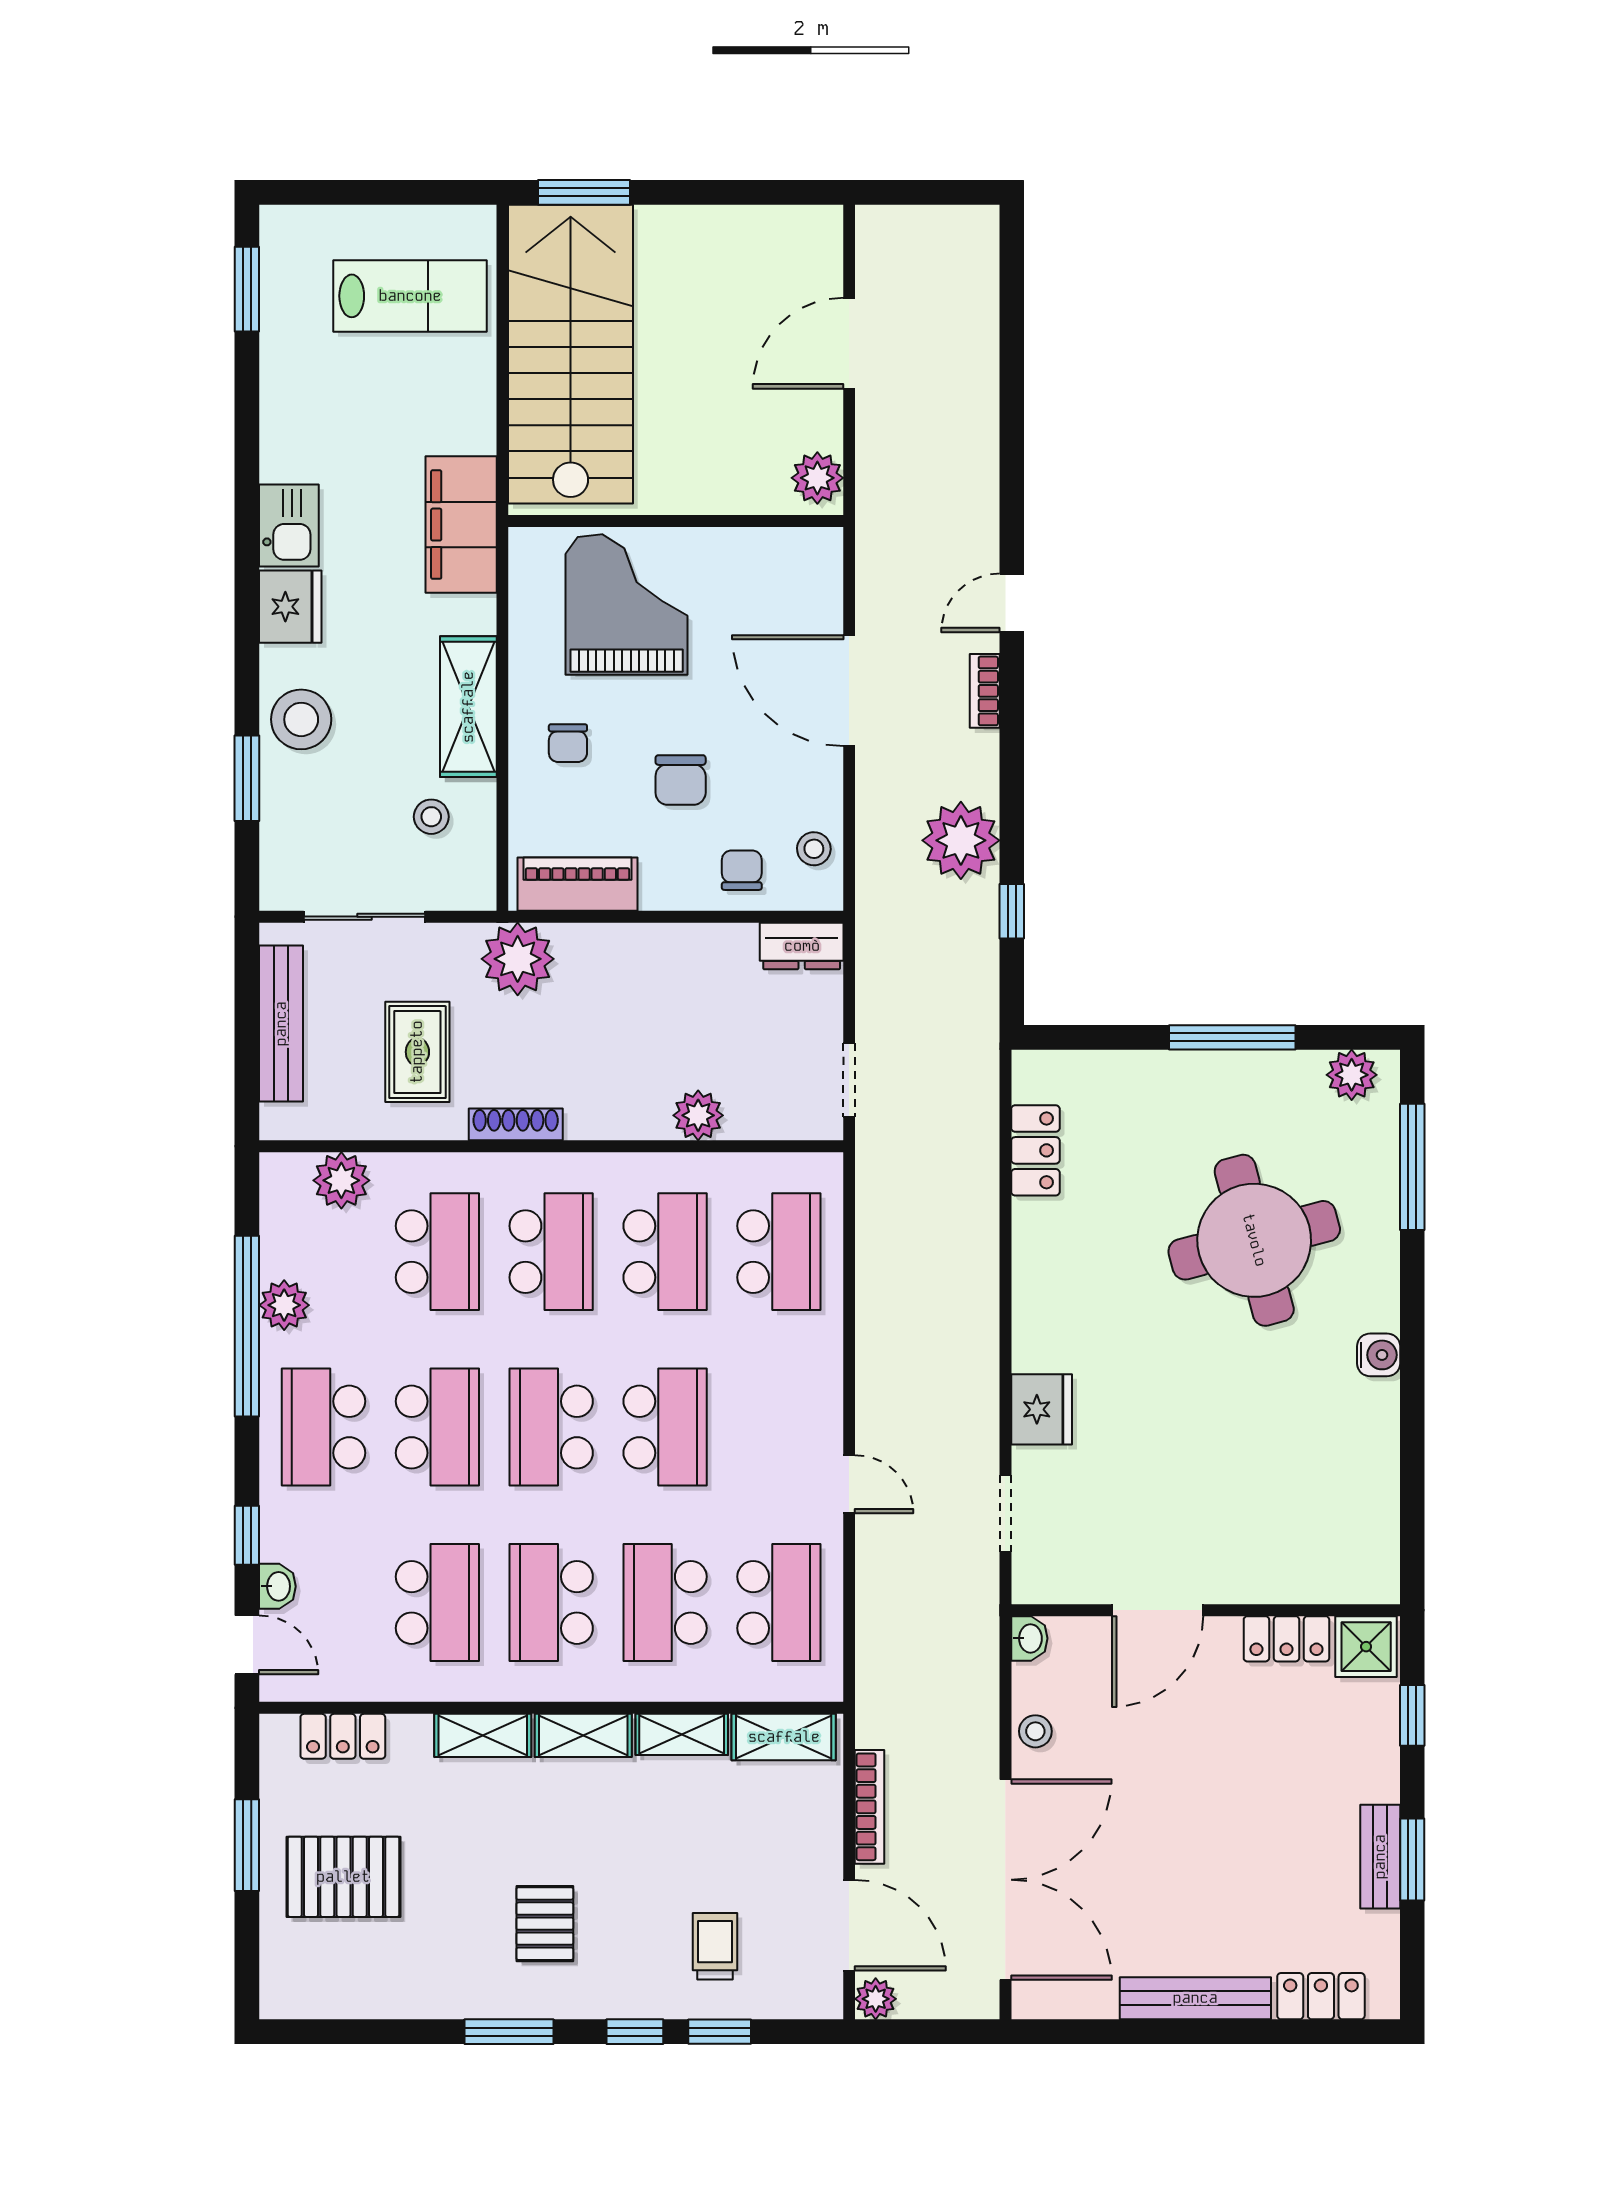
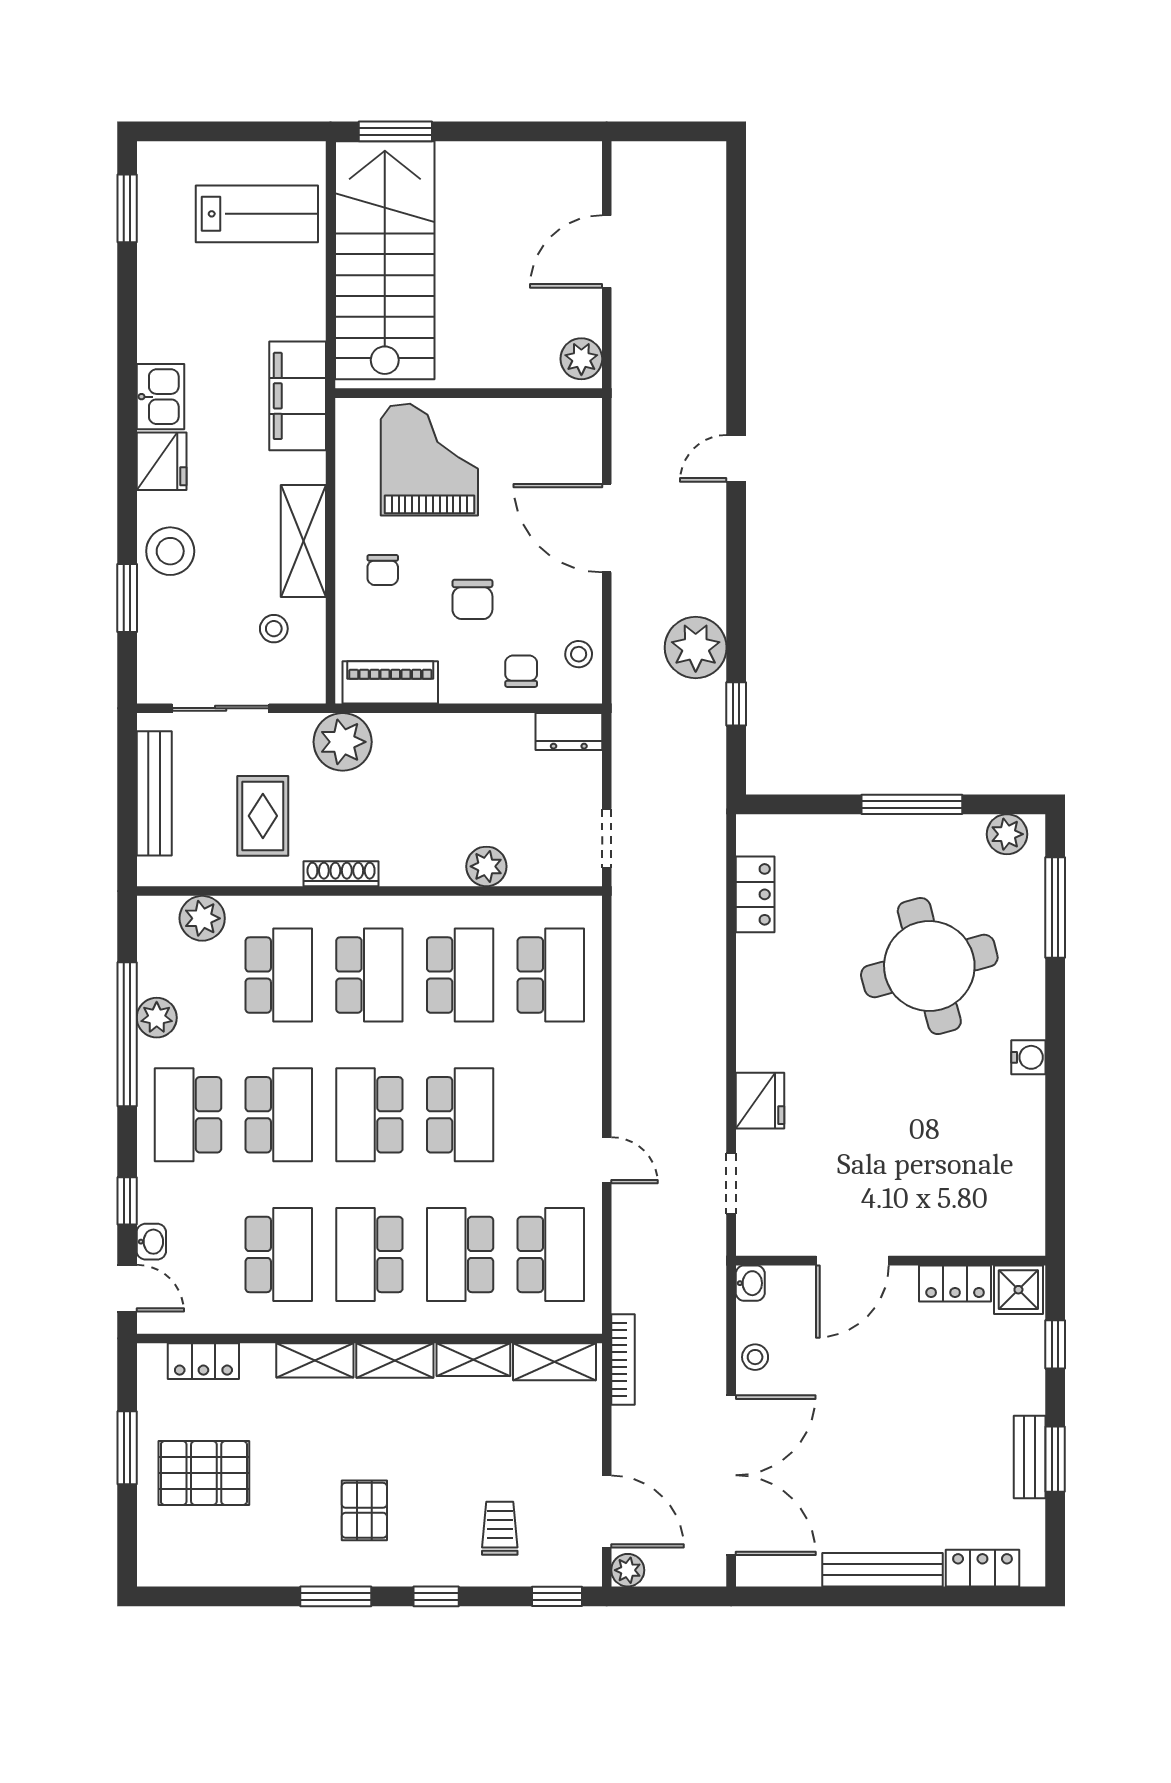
bookcase: (985, 691) -> (715, 528), removed
bookcase: (870, 1807) -> (623, 1360), moved
window: (720, 2032) -> (557, 1596), moved

